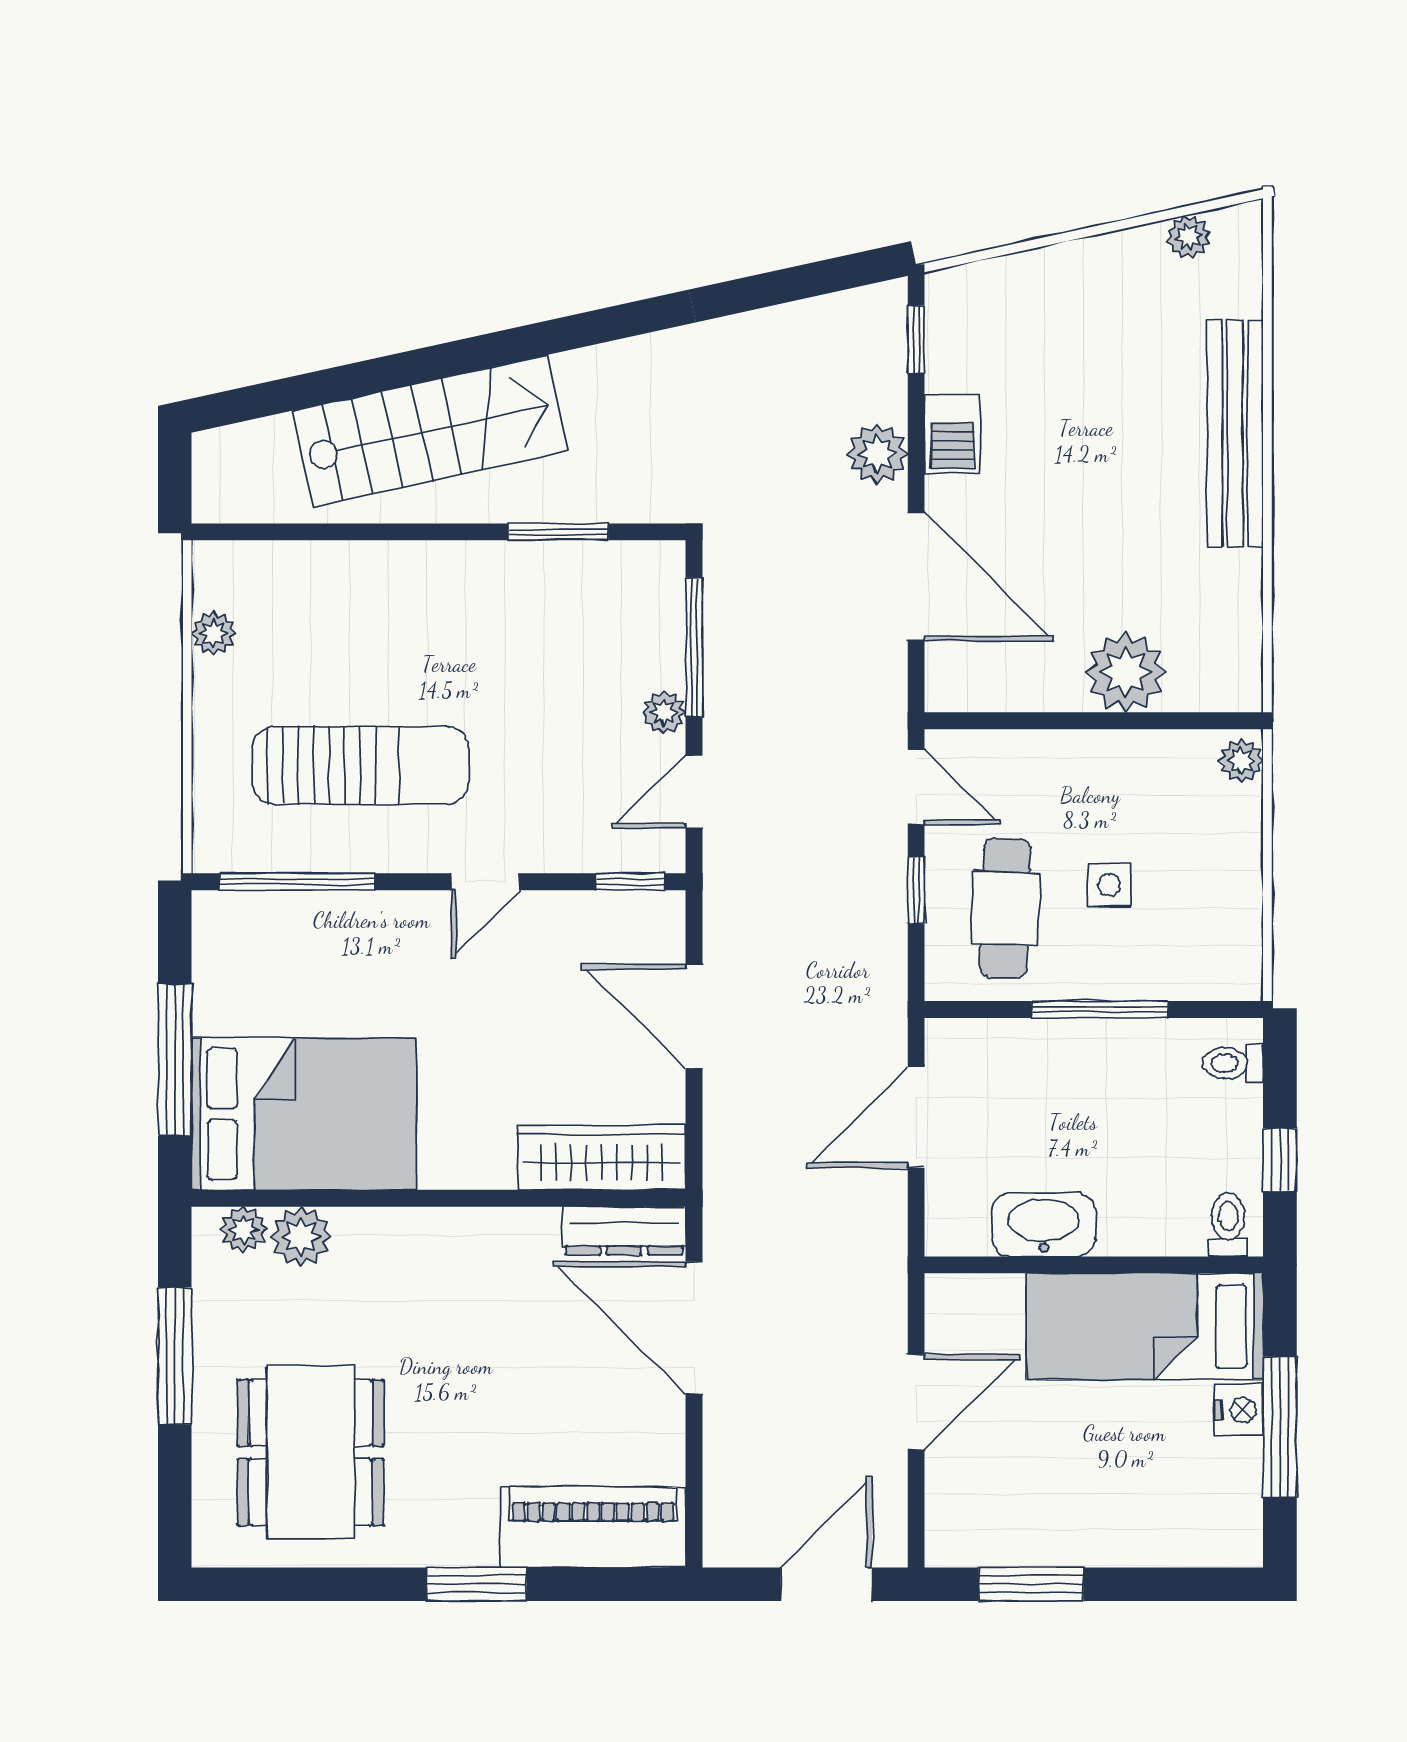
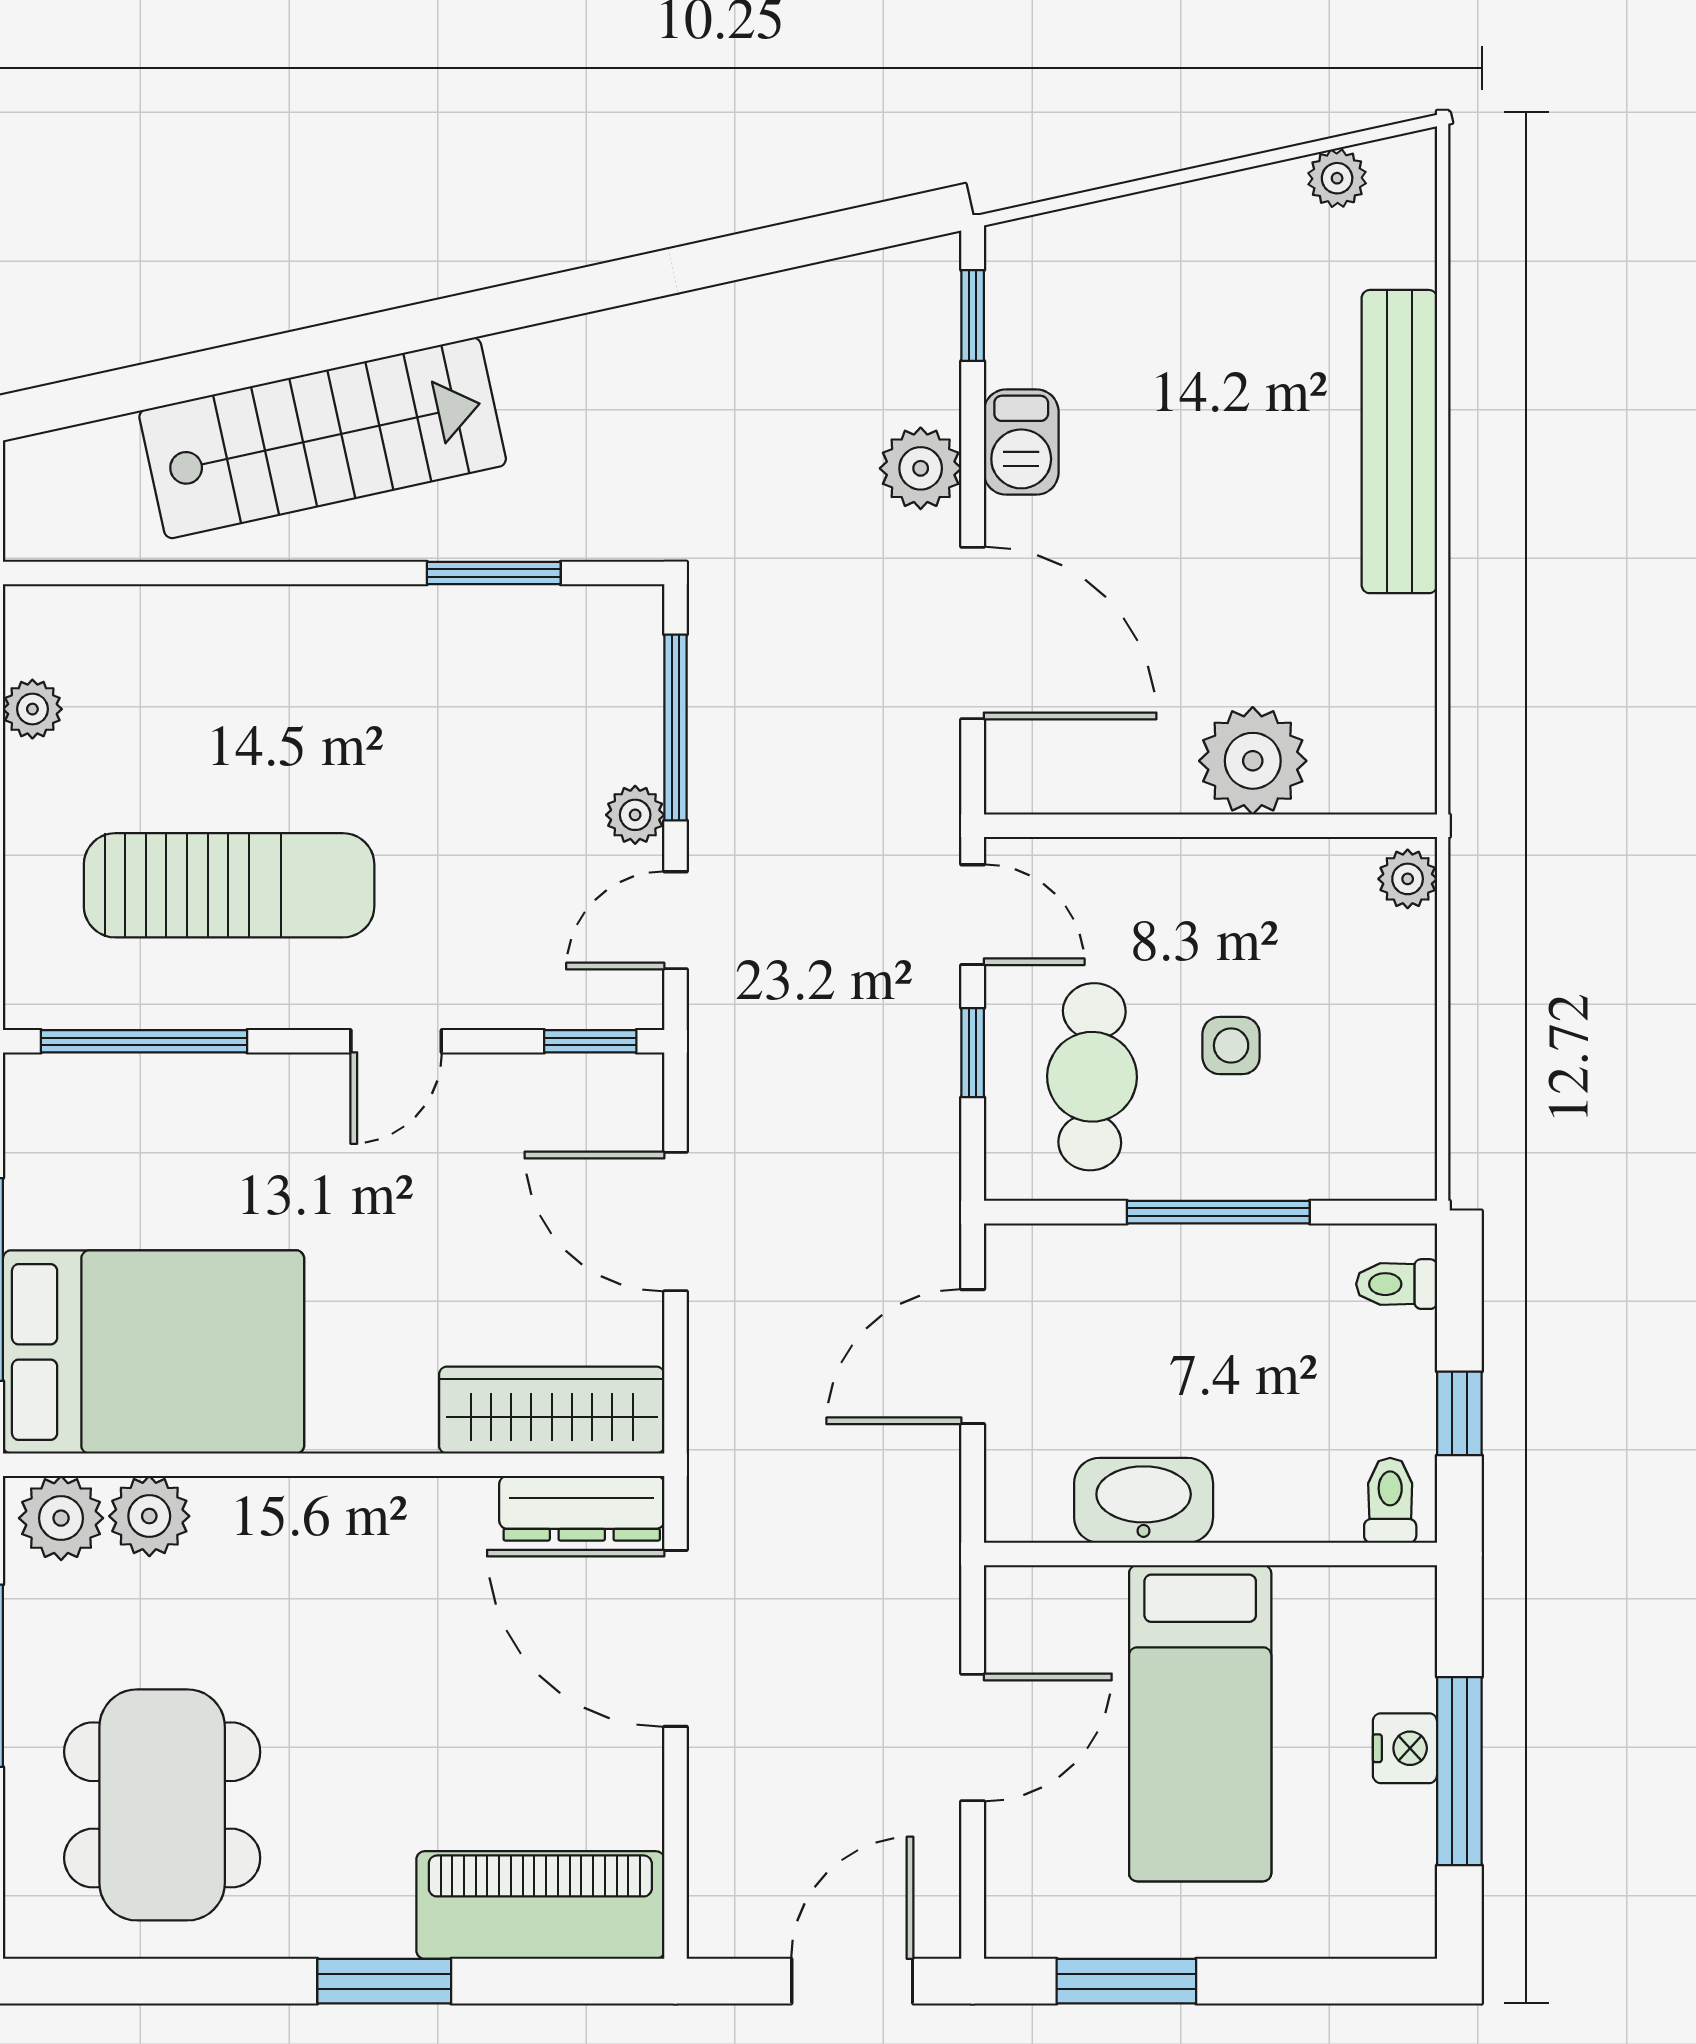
plant: (243, 1229) -> (61, 1518), width x1.38, depth x1.38
bed: (1145, 1326) -> (1200, 1723), moved, turned -90

